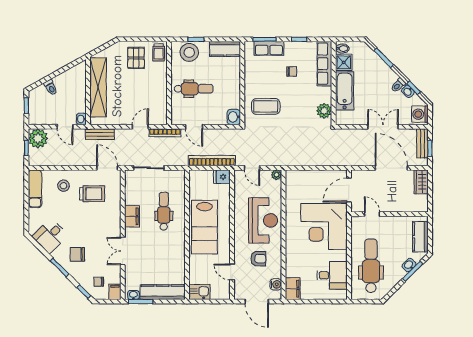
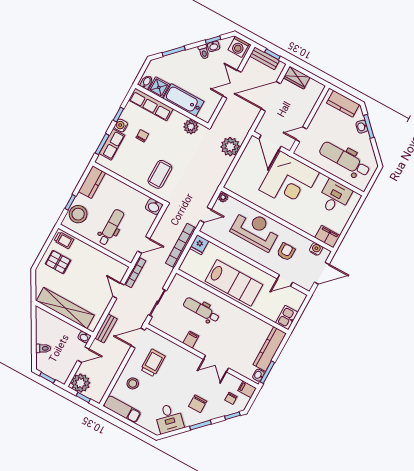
water cooler: (291, 47) -> (121, 125), added
plant: (326, 156) -> (230, 147), added
filing cabinet: (132, 216) -> (191, 340), width x0.50

